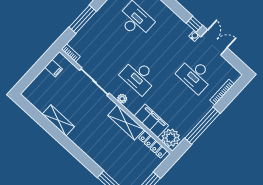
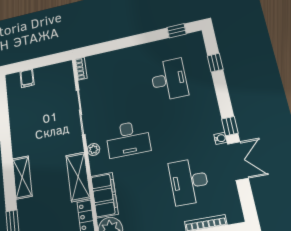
window: (83, 19) -> (118, 44), removed
filing cabinet: (54, 68) -> (27, 78), moved
desk: (139, 77) -> (128, 139), turned -90
shelving: (58, 120) -> (22, 177), moved

